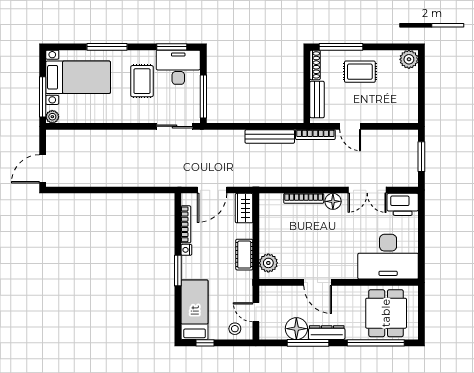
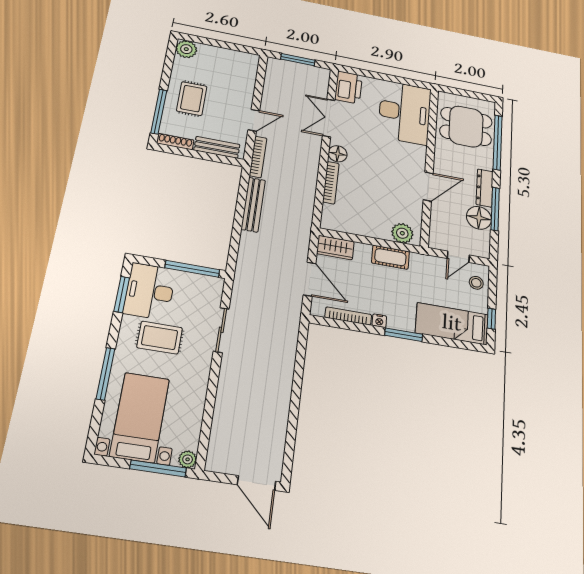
sliding door: (175, 126) -> (221, 330), moved
double door: (367, 190) -> (329, 118), swing flipped

